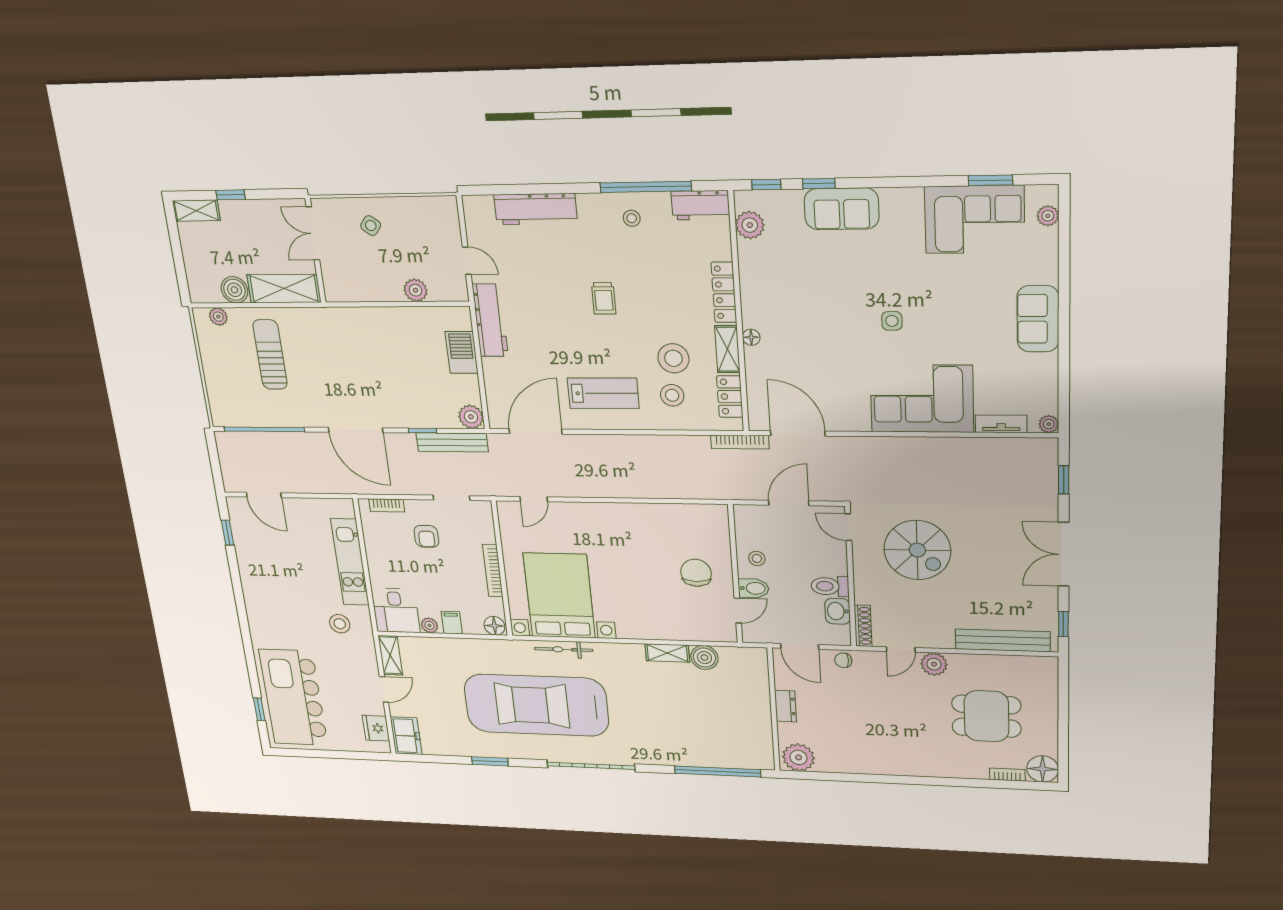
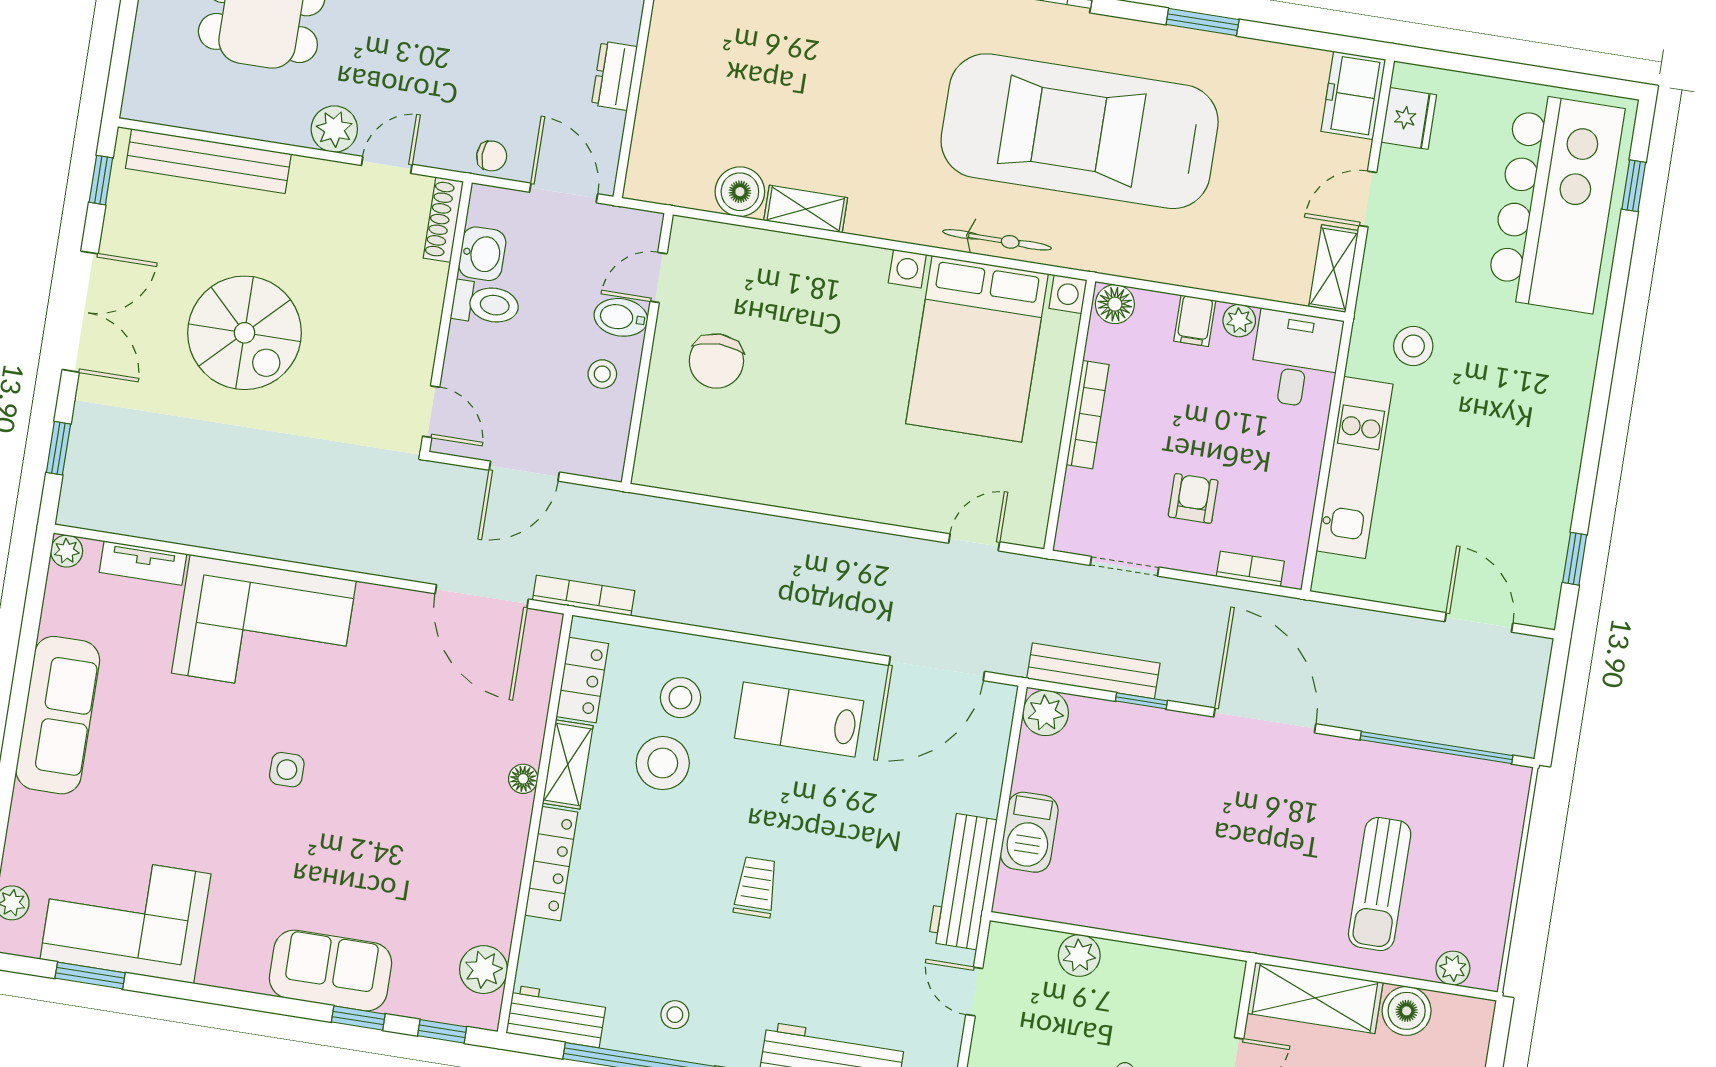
sofa: (1038, 319) -> (58, 715), width x1.36
spiral stairs: (917, 550) -> (245, 333), moved, turned 180
car: (536, 705) -> (1080, 131), turned 180

